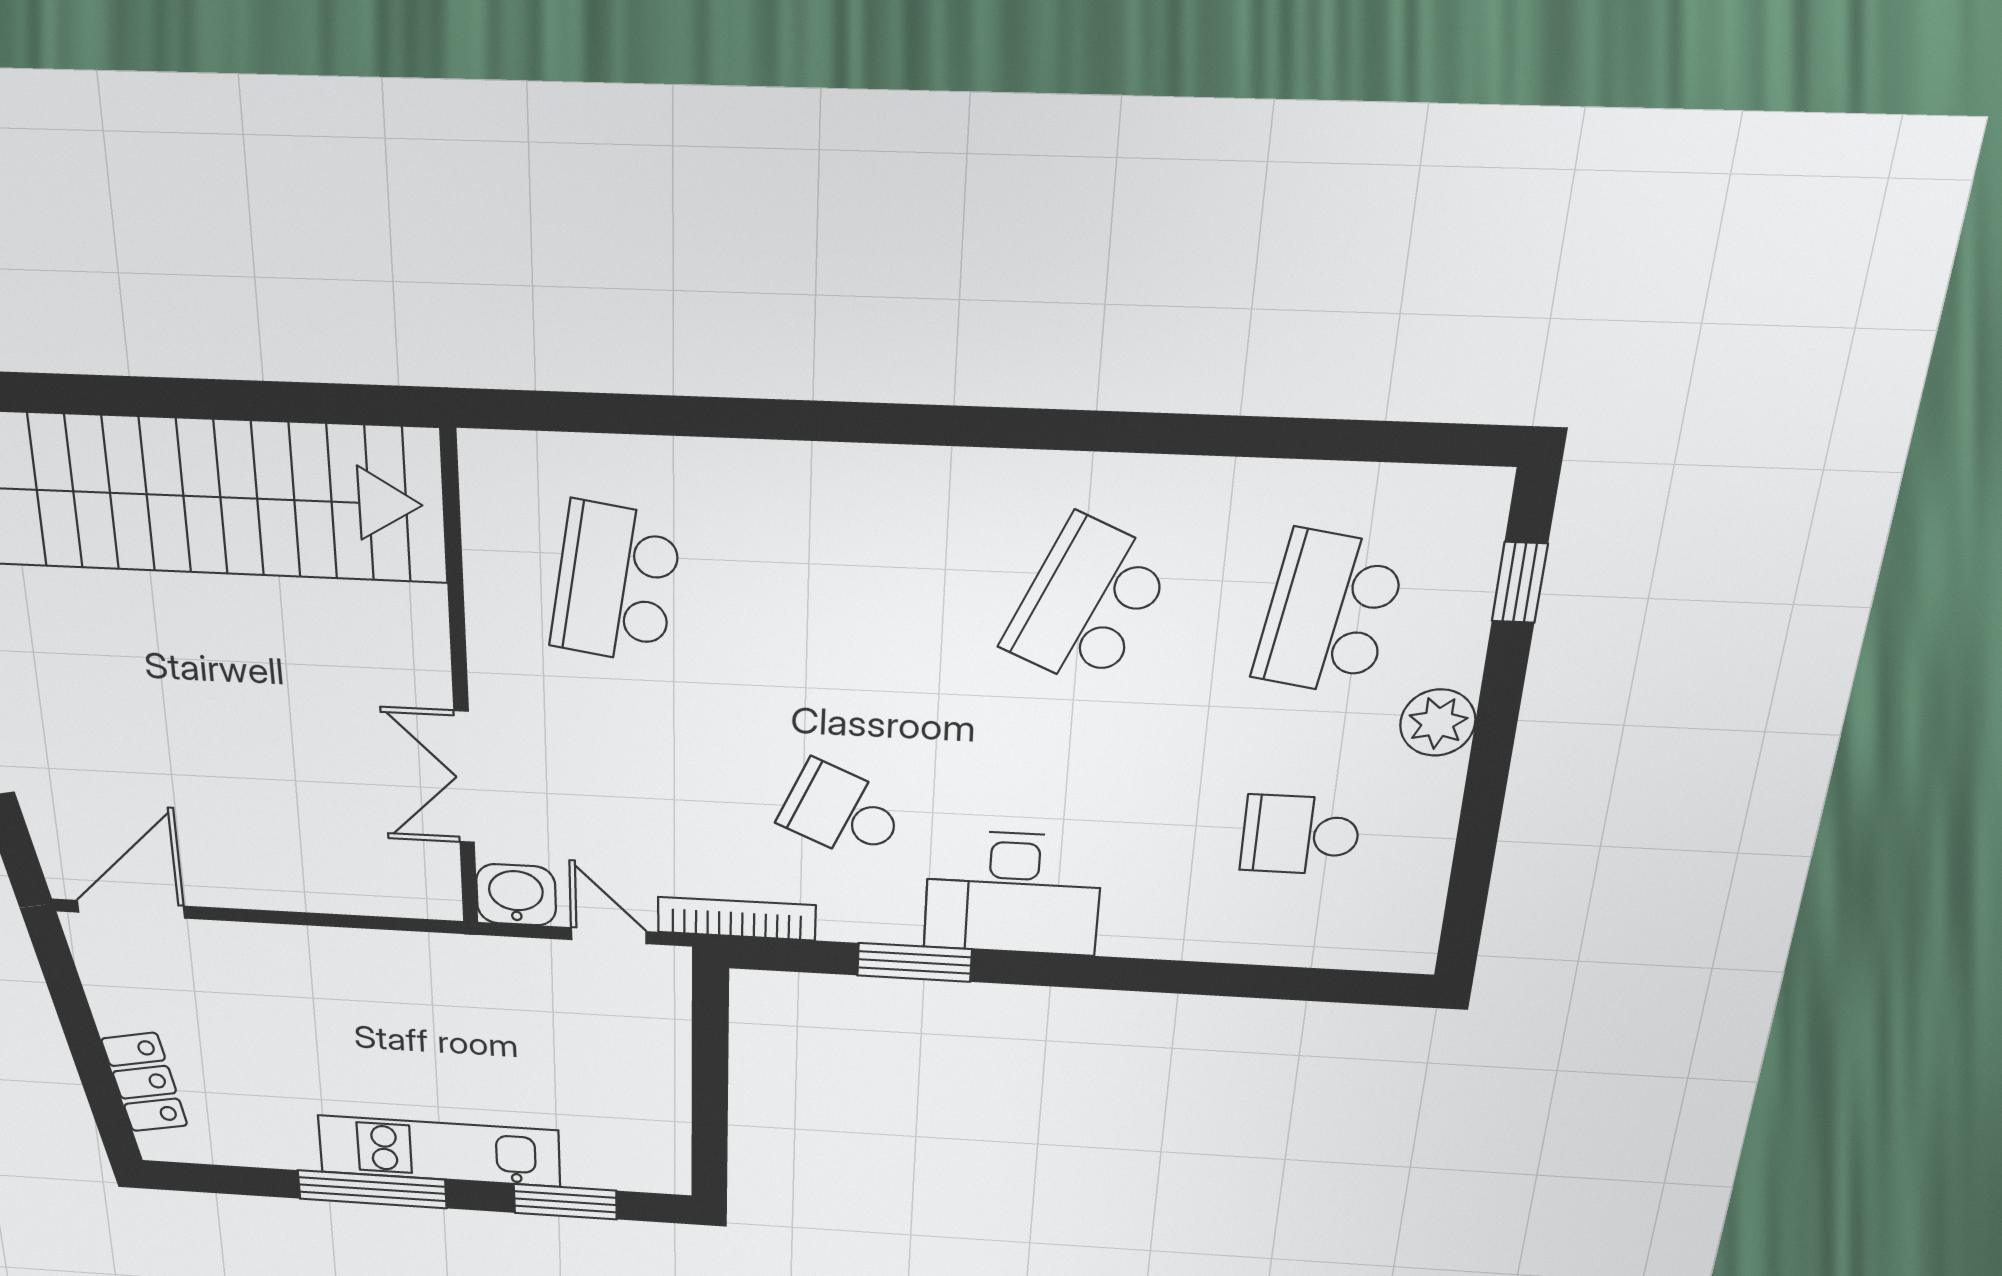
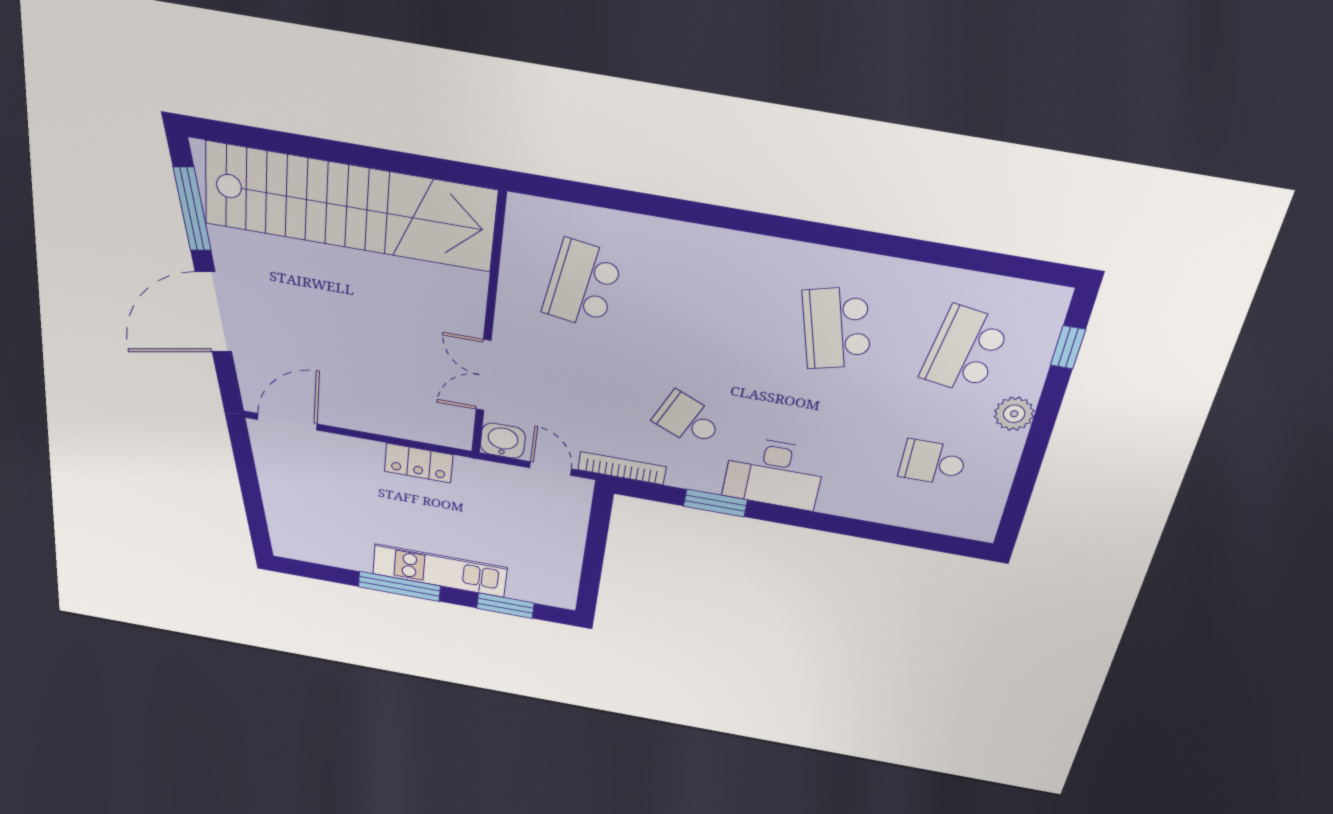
school desk: (1087, 603) -> (837, 328), turned -39
locker: (144, 1082) -> (419, 463), moved, turned 101

